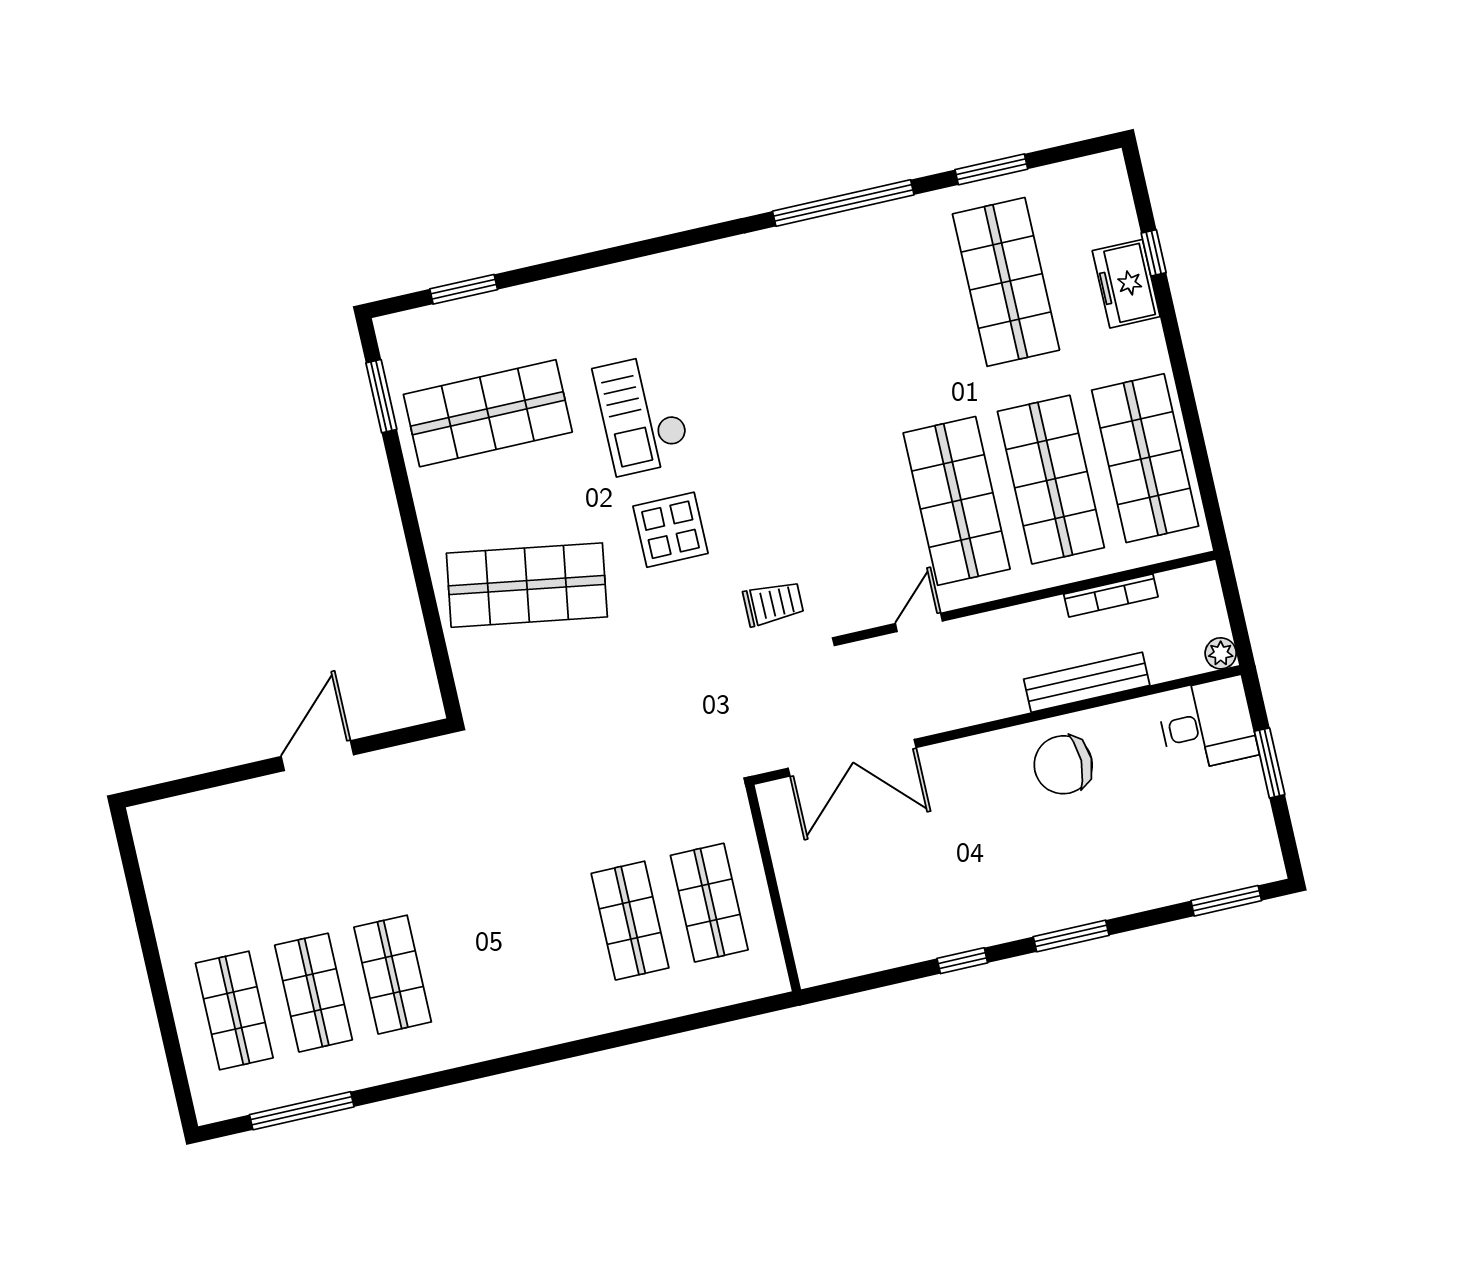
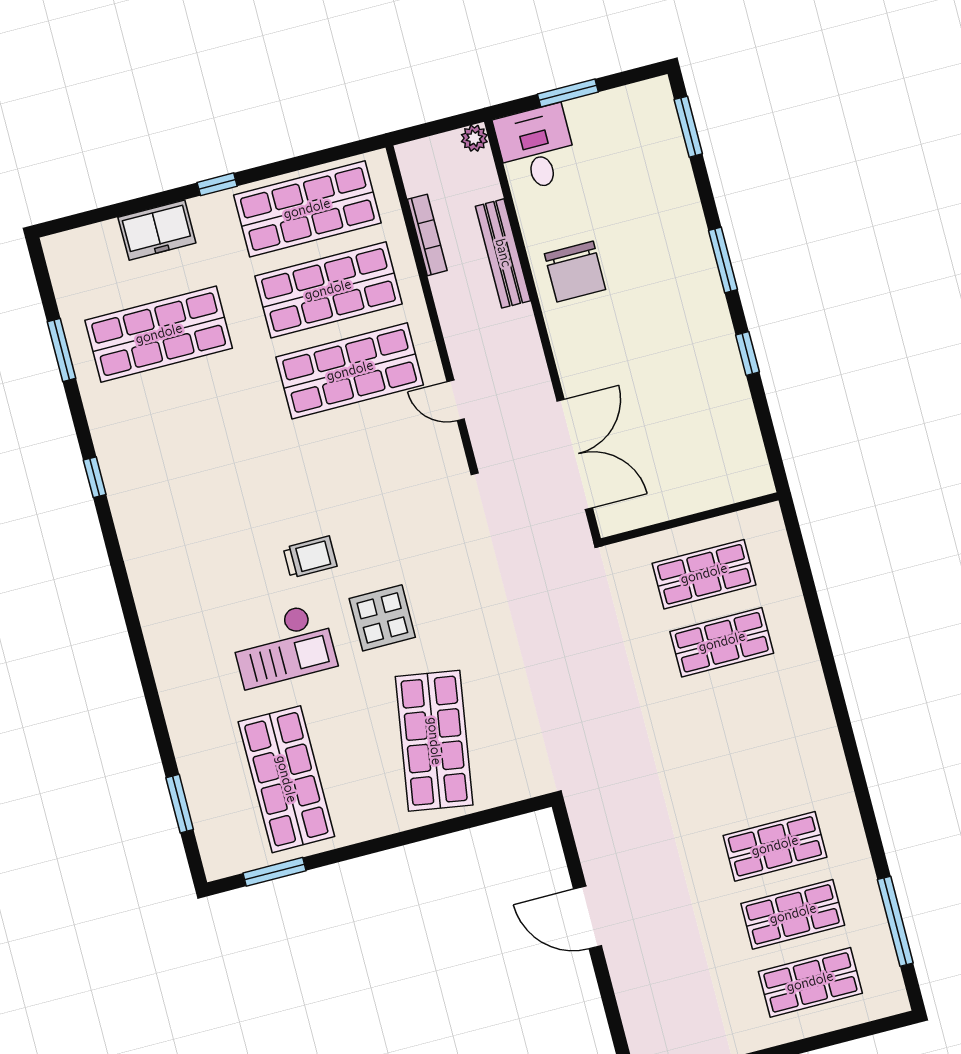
window: (843, 203) -> (95, 477), width x0.32
window: (1154, 253) -> (217, 184), moved
trolley: (773, 603) -> (310, 557), moved, turned 90

